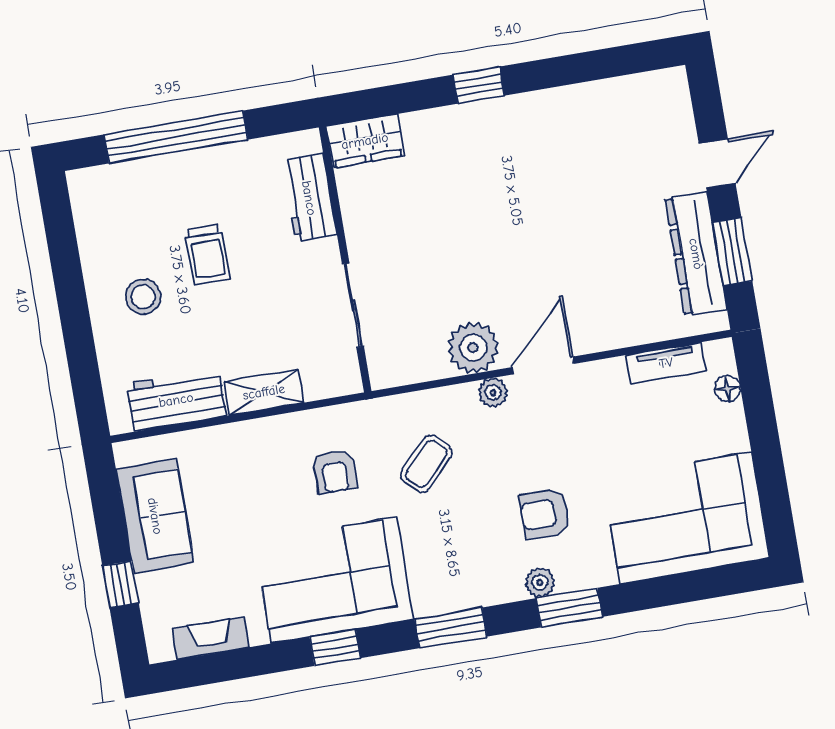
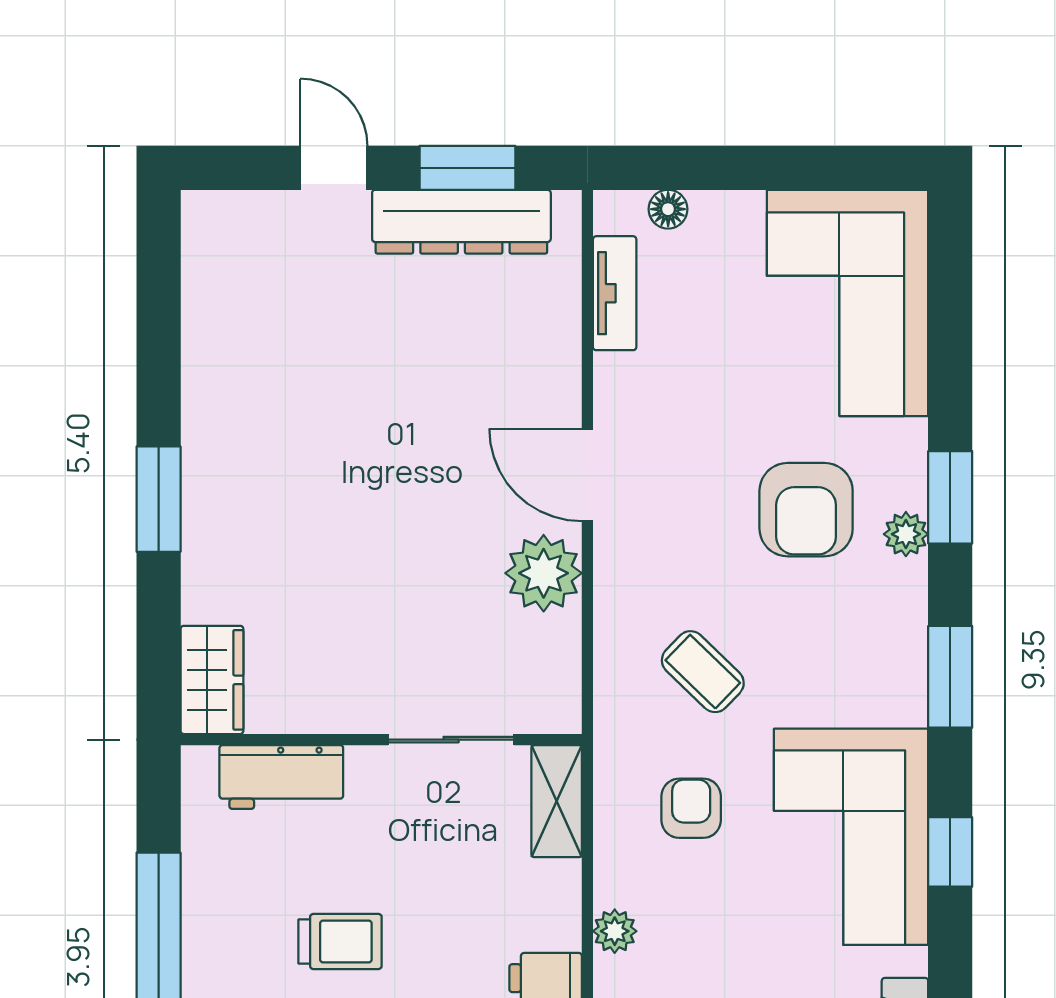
window: (479, 85) -> (159, 499), width x1.50
shelving: (264, 392) -> (557, 801), moved
plant: (493, 393) -> (615, 931), moved
armchair: (335, 472) -> (691, 808), turned -90
armchair: (545, 514) -> (806, 510), width x1.38, depth x1.38

